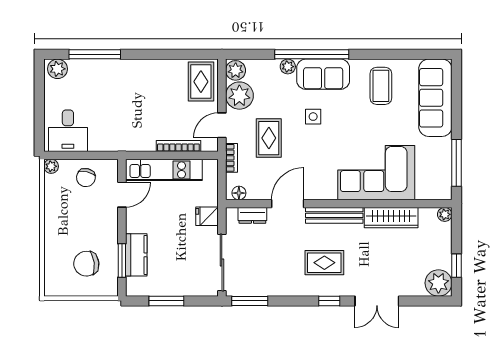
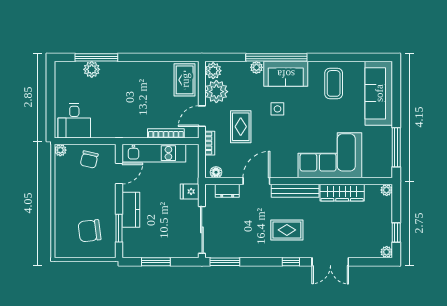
plant: (57, 69) -> (92, 69), moved
kitchen counter: (136, 255) -> (131, 210), moved
plant: (438, 283) -> (387, 252), width x0.53, depth x0.53

